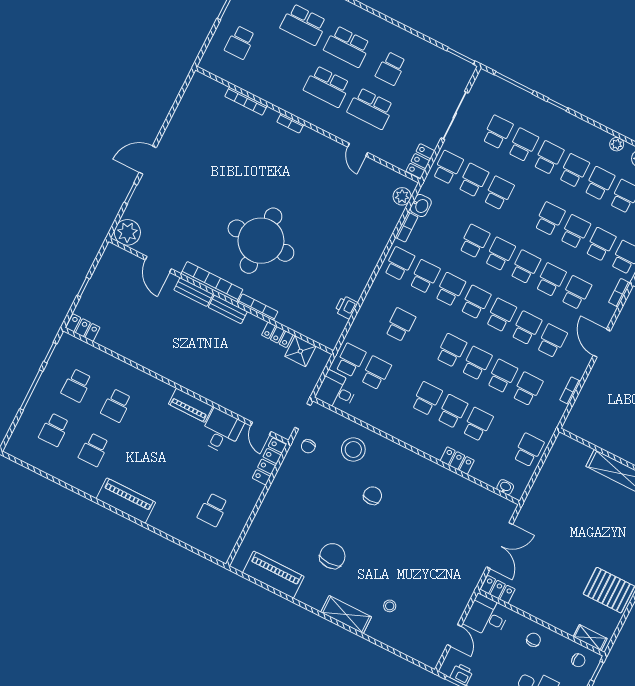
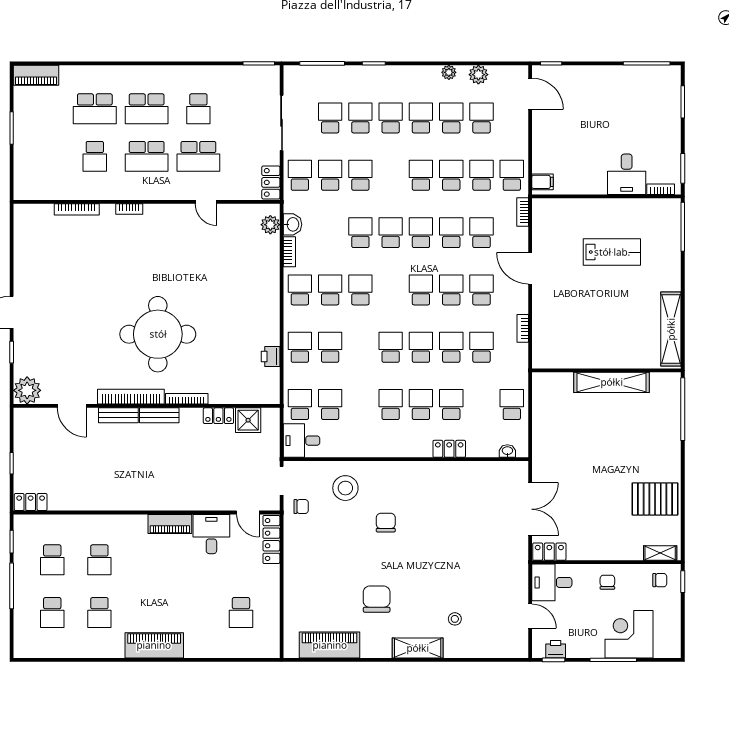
school desk: (240, 42) -> (95, 156), moved
school desk: (475, 302) -> (300, 347), moved
chair: (308, 446) -> (301, 507), turned -90

